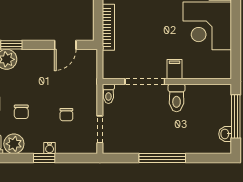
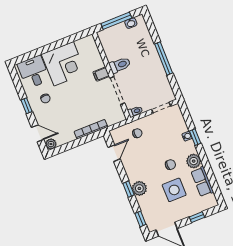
door: (65, 45) -> (114, 153), hinge flipped
chair: (66, 115) -> (137, 133), moved

